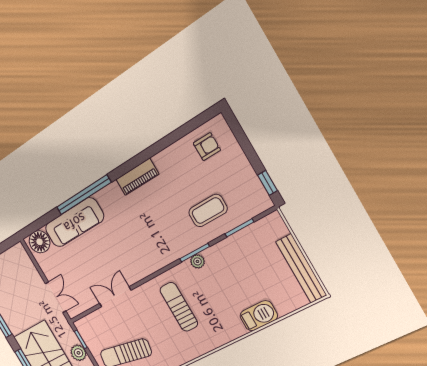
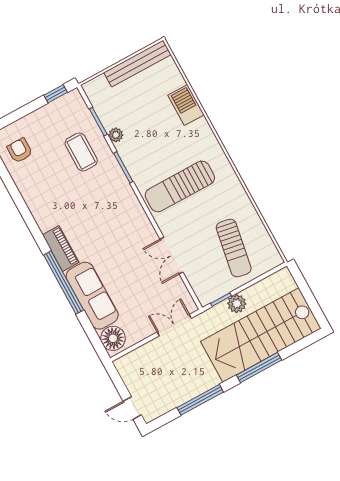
piano: (137, 177) -> (61, 248), moved
plant: (197, 261) -> (116, 135), moved
sun lounger: (179, 307) -> (180, 186), width x1.36, depth x1.34

